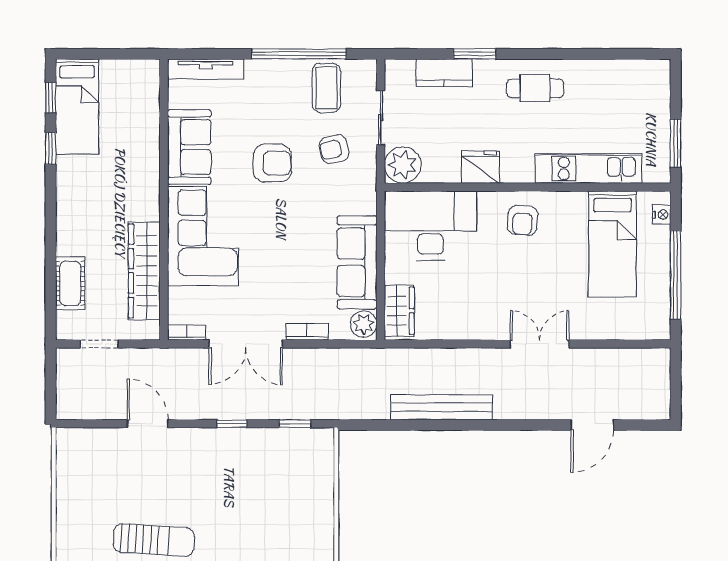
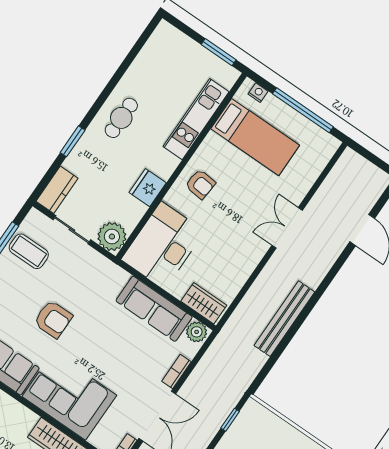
kitchen counter: (444, 73) -> (57, 190), moved
armchair: (334, 149) -> (71, 274), removed
armchair: (272, 163) -> (53, 319), turned 90

